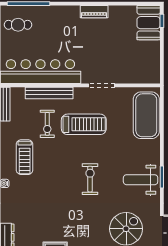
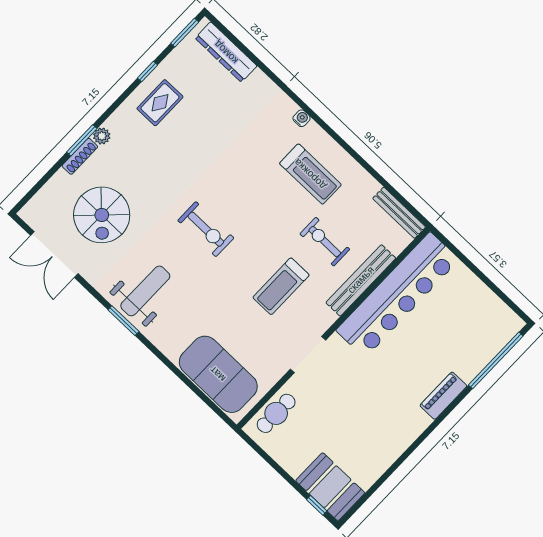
piano: (94, 12) -> (443, 396), moved
cafe table: (18, 25) -> (276, 413), moved
treadmill: (84, 124) -> (281, 286), width x0.73, depth x0.73
treadmill: (25, 157) -> (310, 174), turned 180

